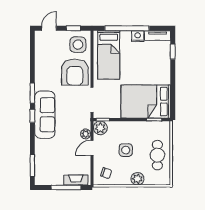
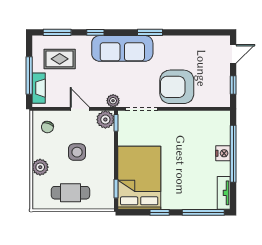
door: (49, 28) -> (233, 54), hinge flipped
nightstand: (138, 36) -> (223, 153), moved
side table: (78, 45) -> (212, 91), removed
window: (173, 52) -> (203, 212), width x2.17
bed: (109, 55) -> (199, 130), removed
window: (173, 86) -> (160, 212), added
window: (32, 116) -> (95, 32), moved
plant: (86, 134) -> (113, 101), moved
rug: (53, 164) -> (60, 59), added

